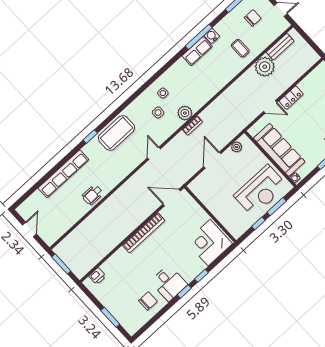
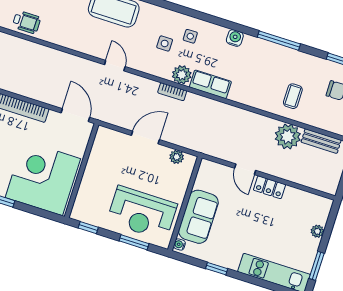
water cooler: (212, 36) -> (235, 38), moved
row of seats: (197, 51) -> (210, 84), moved, turned 180
sofa: (279, 150) -> (198, 217), width x0.73
door: (154, 153) -> (115, 66), hinge flipped
wheelchair: (93, 195) -> (26, 22), turned 180
window: (258, 223) -> (88, 228), moved
corner desk: (209, 243) -> (43, 178), width x1.36, depth x1.36

